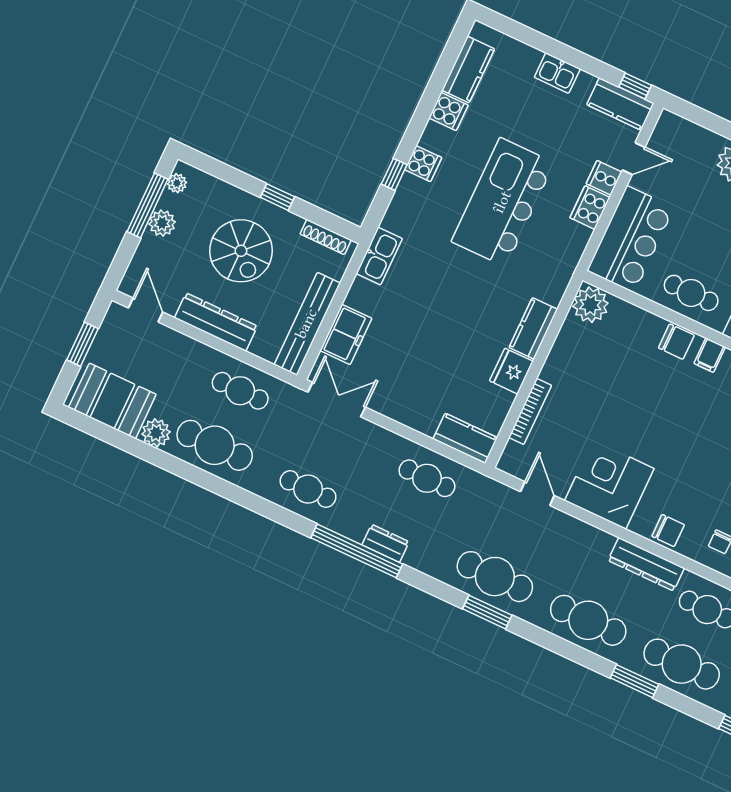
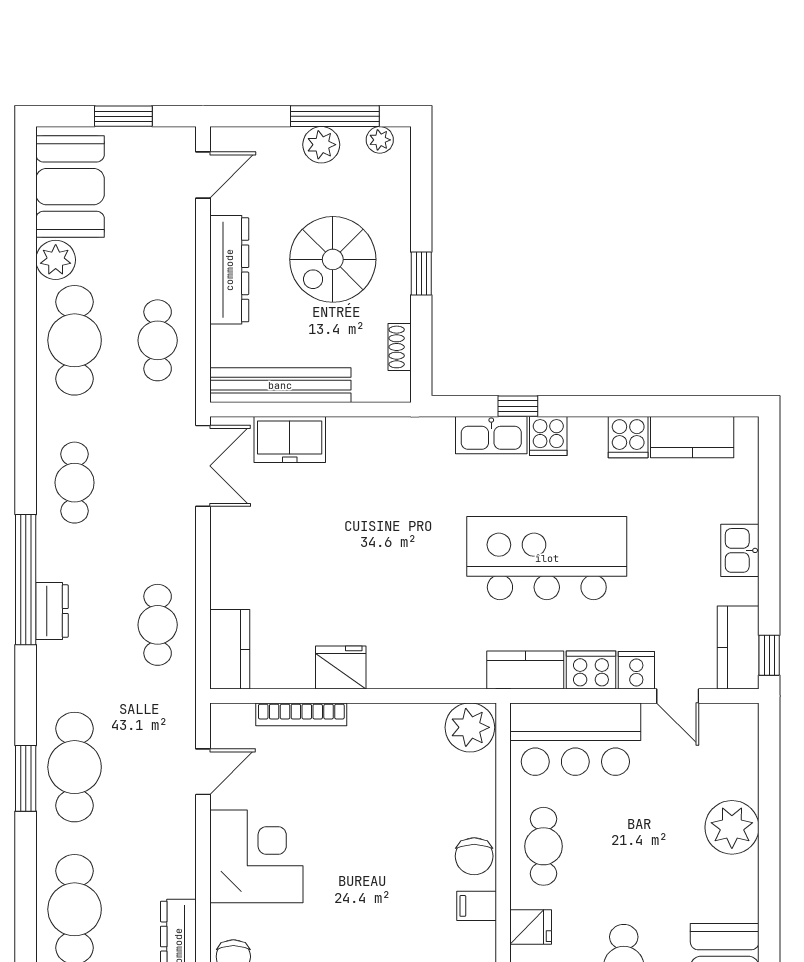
shoe rack: (326, 237) -> (400, 347), width x0.70
kitchen sink: (379, 256) -> (491, 435), moved
kitchen counter: (533, 328) -> (525, 670), moved

